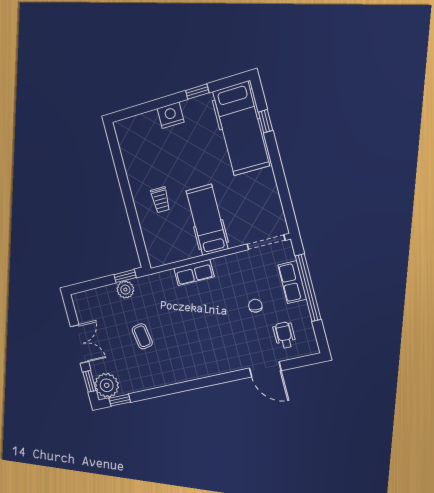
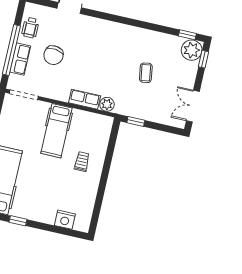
nightstand: (171, 115) -> (65, 220), moved
plant: (125, 290) -> (107, 104), moved
chair: (255, 306) -> (53, 55), width x1.87, depth x1.87
wheelchair: (284, 335) -> (30, 28), moved
double door: (80, 344) -> (193, 106), moved

